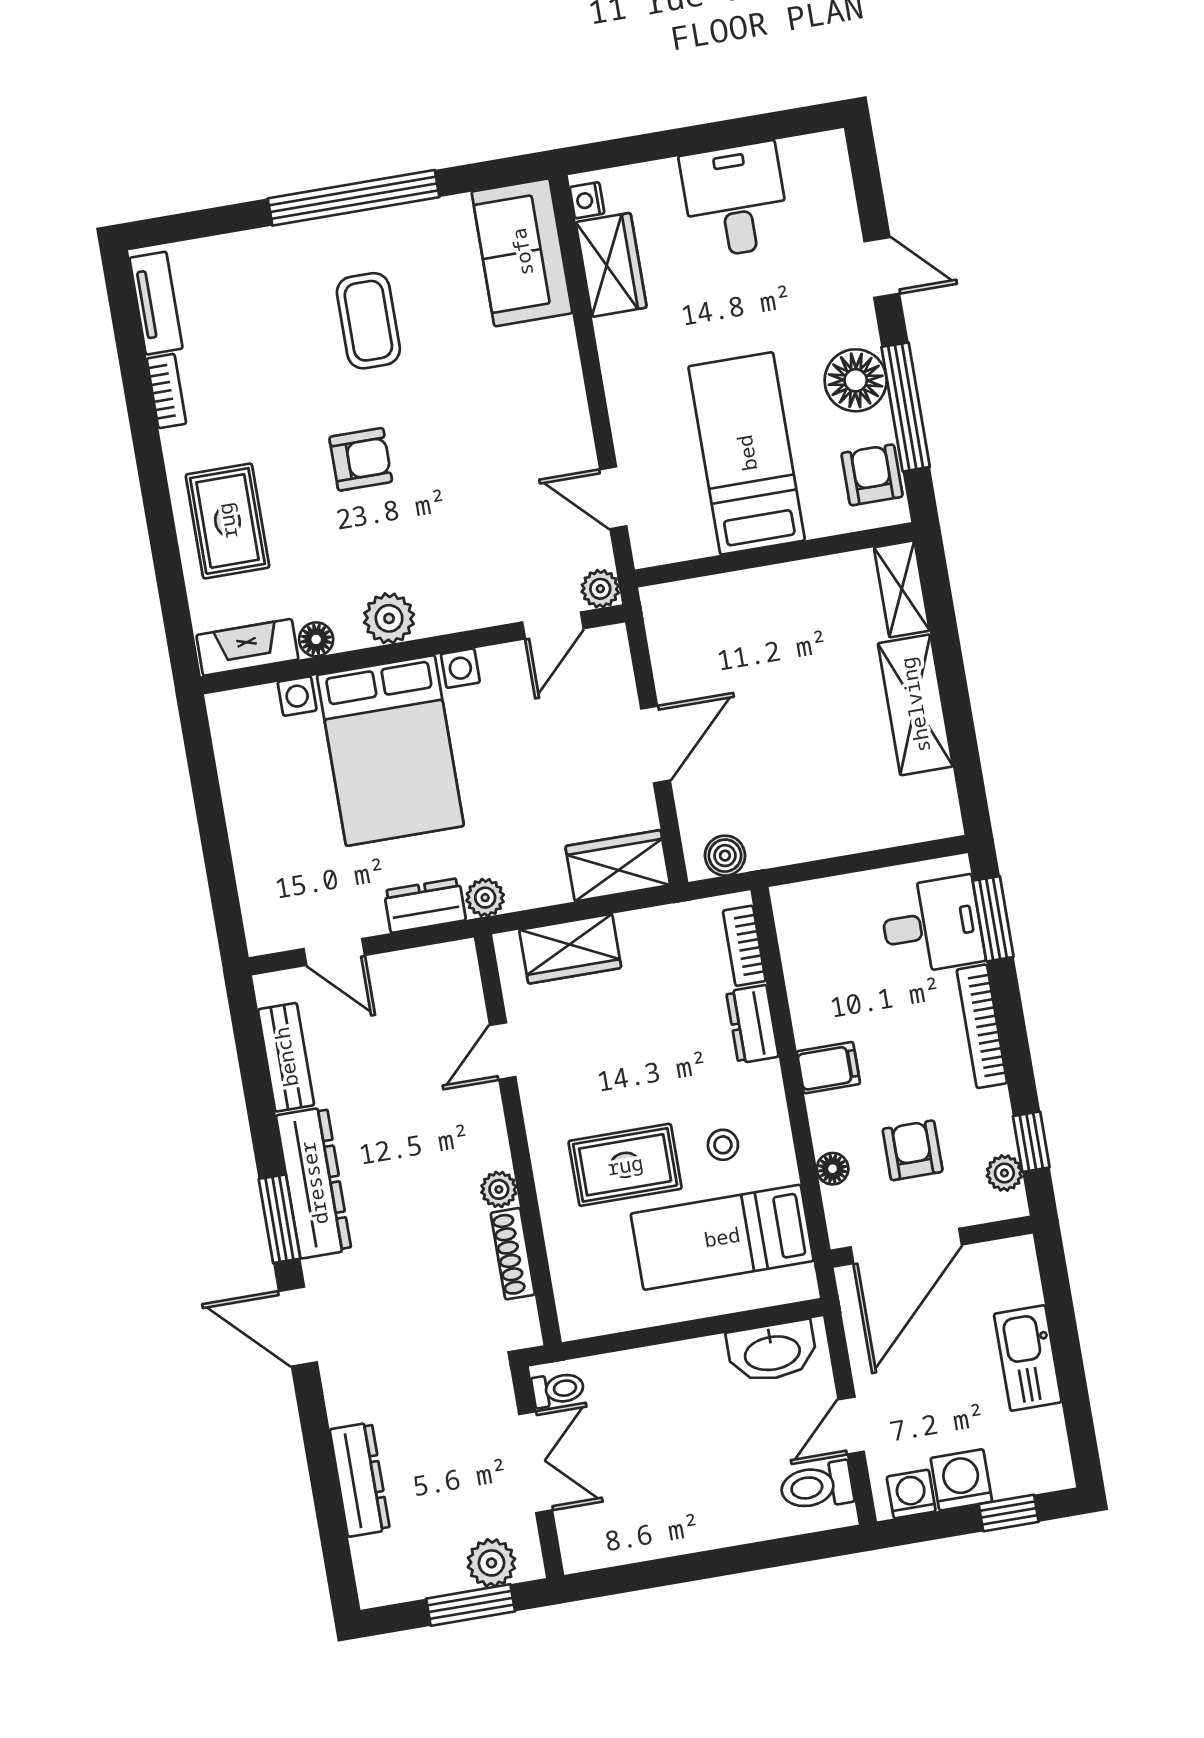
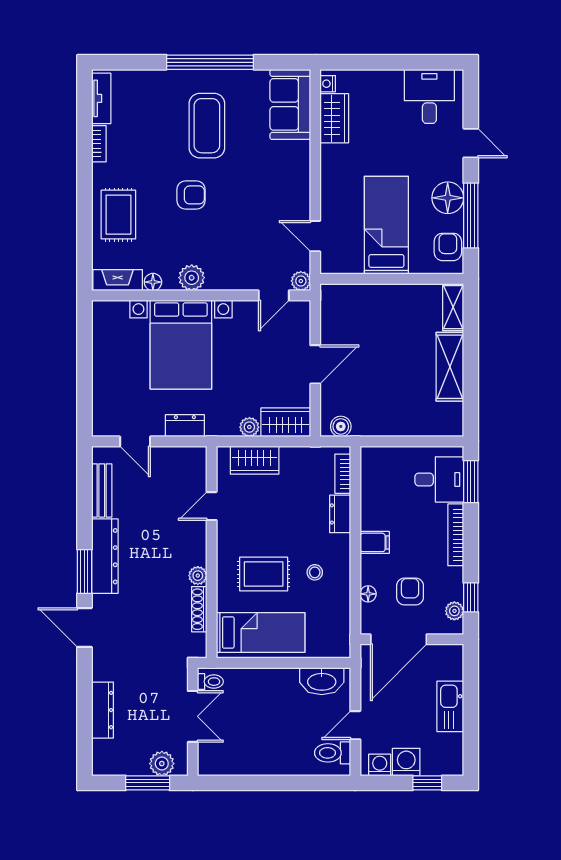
desk: (735, 200) -> (429, 96), moved
coffee table: (368, 321) -> (207, 126), width x1.36, depth x1.32
plant: (485, 898) -> (249, 427), moved
bed: (722, 1237) -> (261, 633), moved, turned 180

